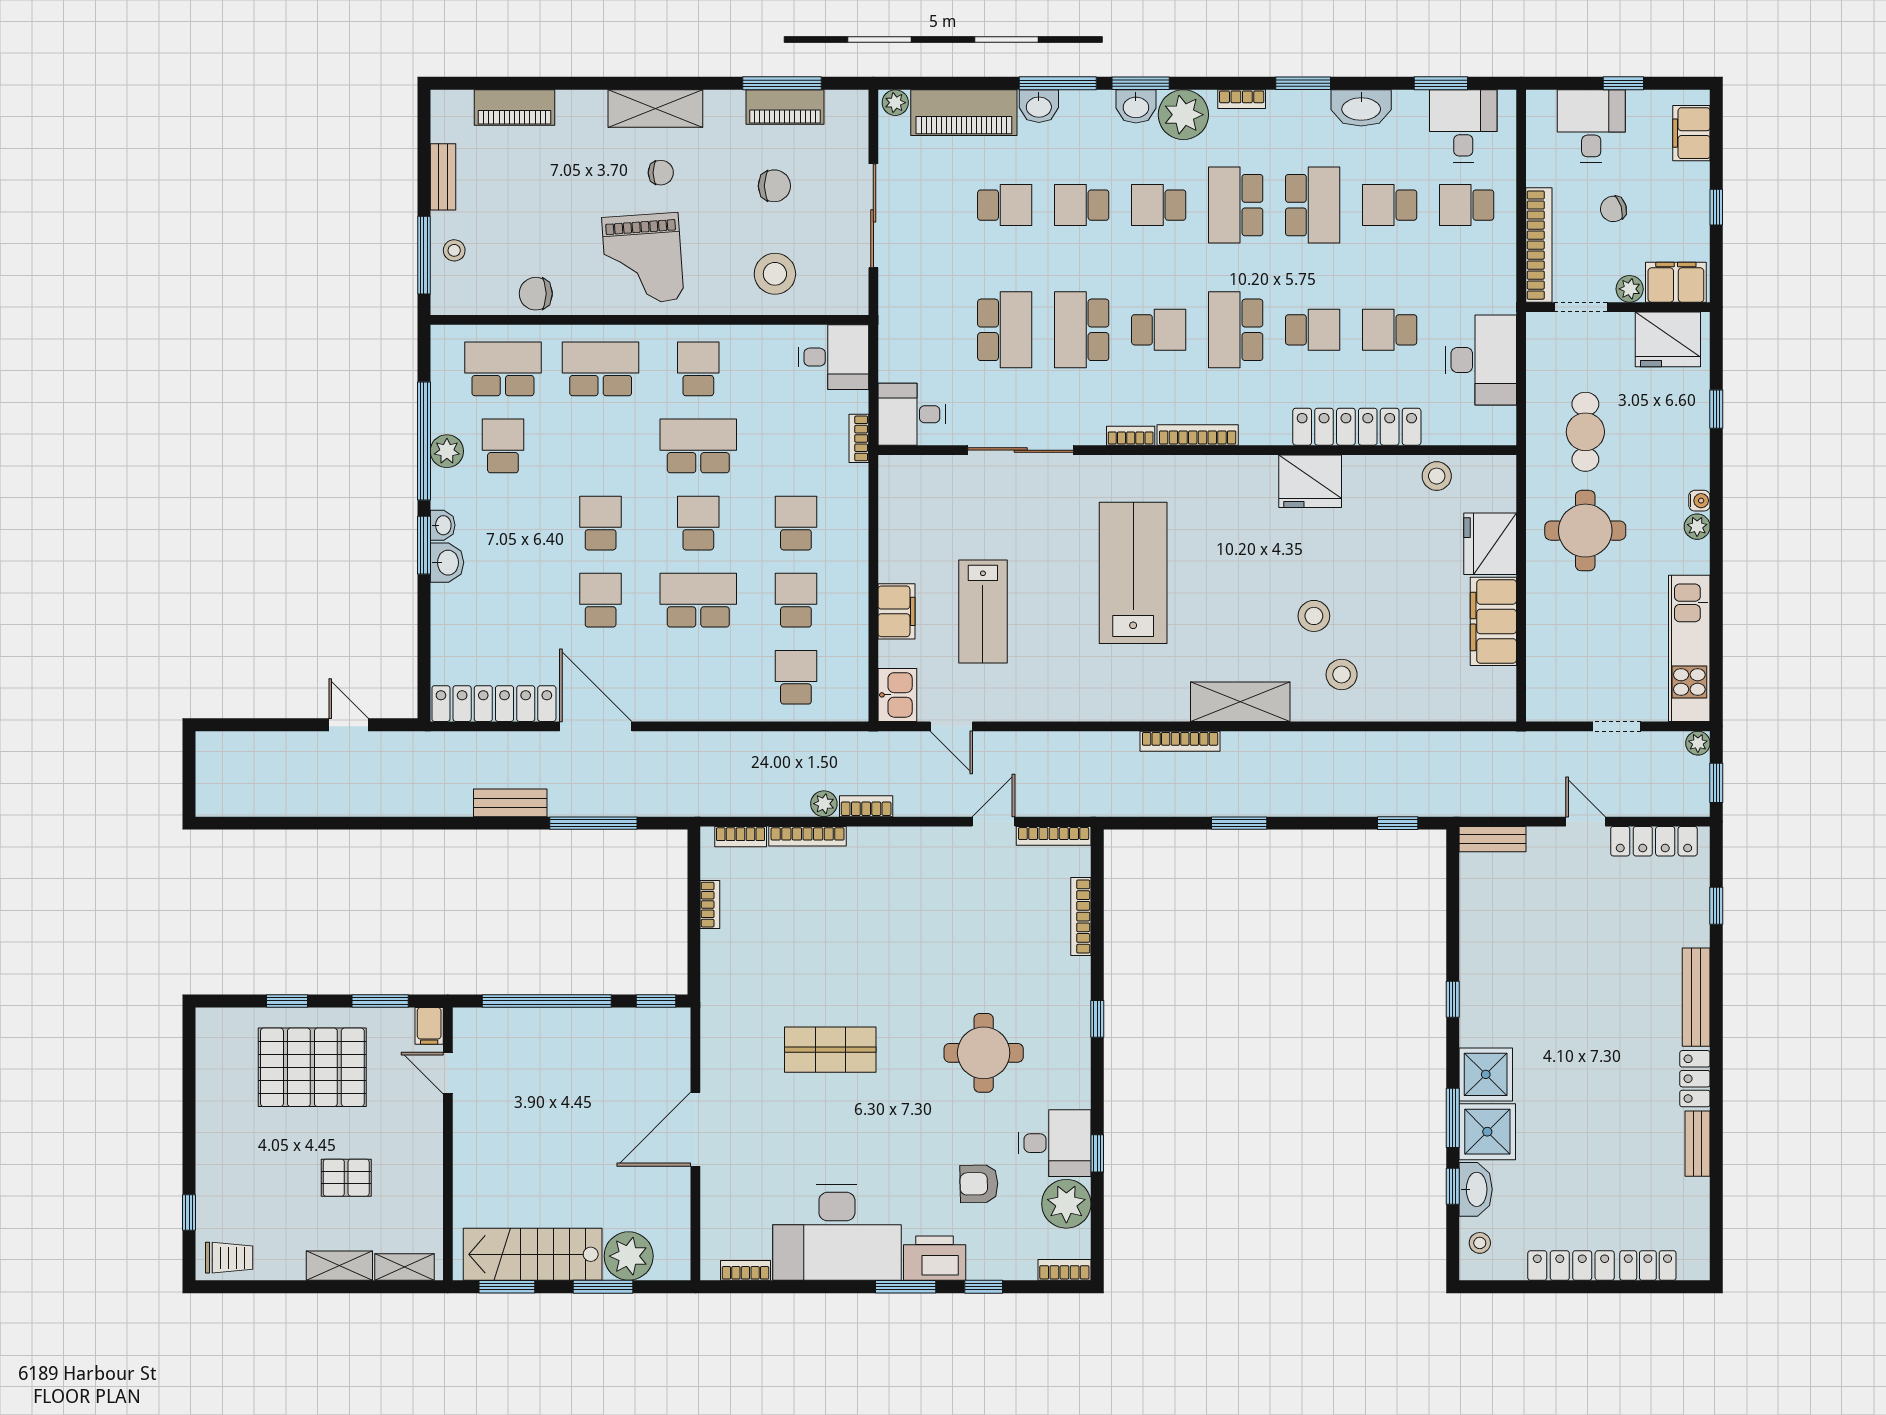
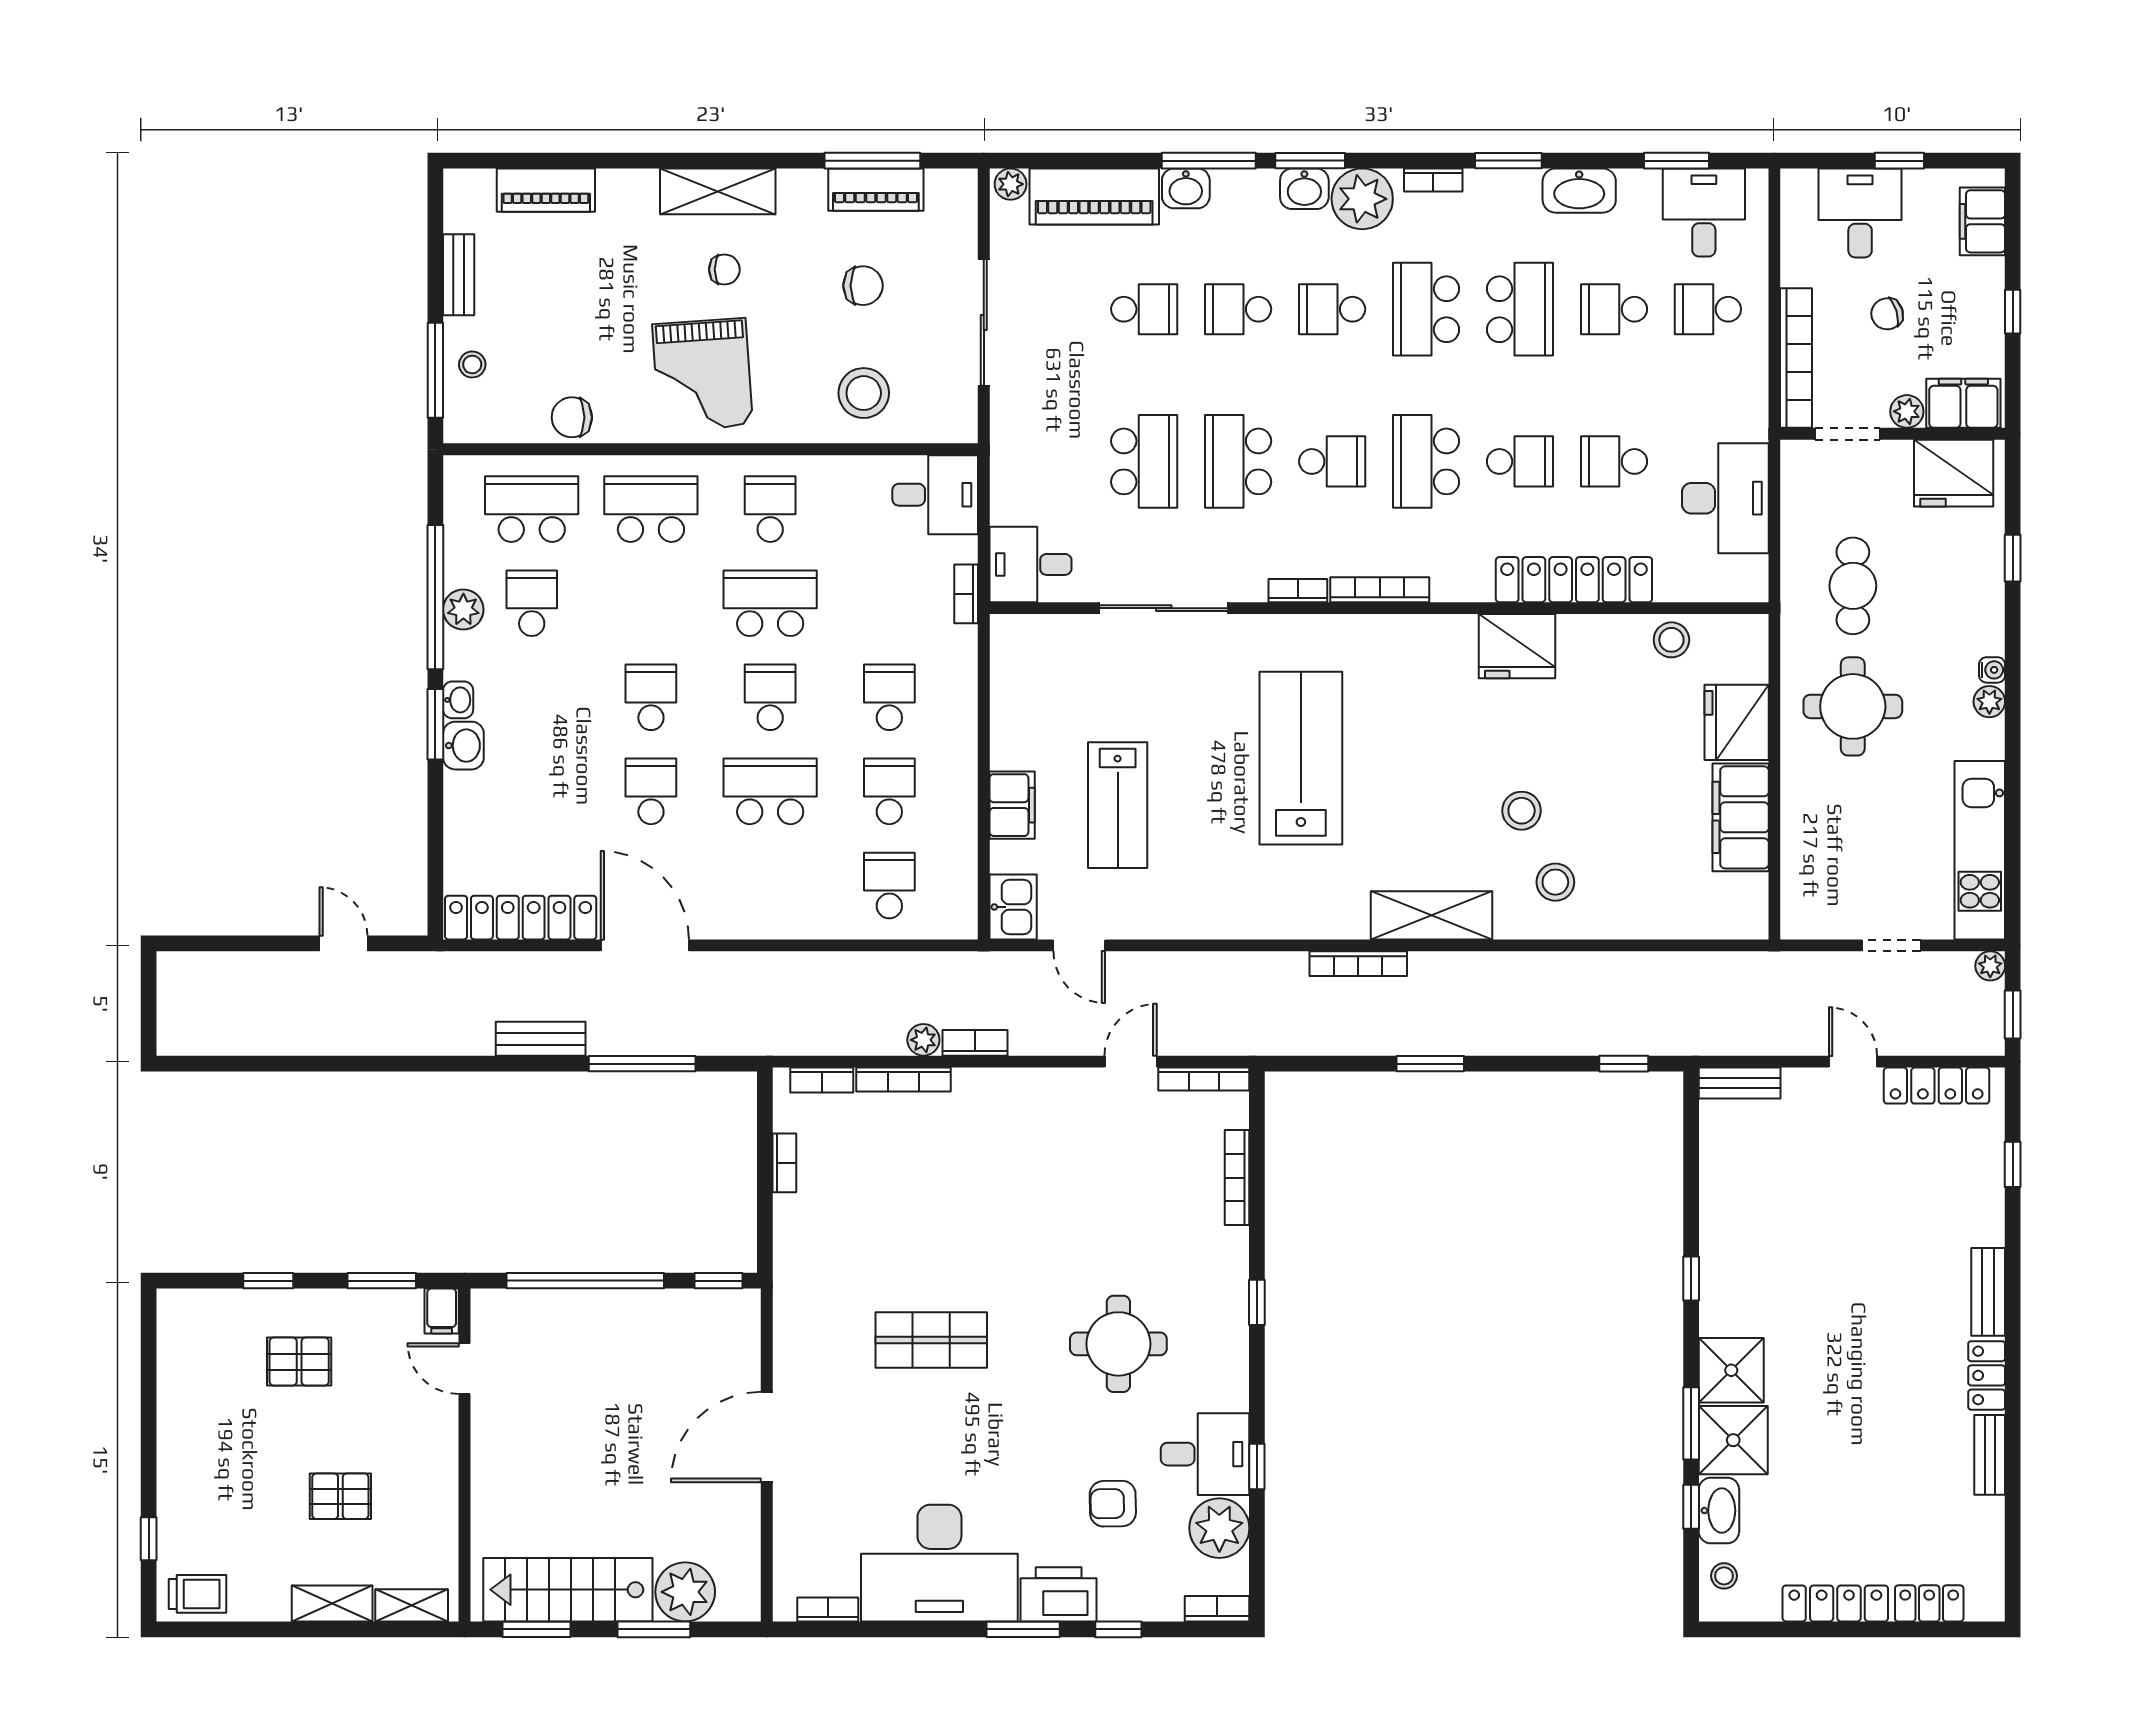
bench: (1696, 997) -> (1988, 1292), width x0.73
pallet: (312, 1067) -> (299, 1362), width x0.49, depth x0.50

